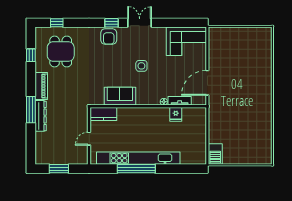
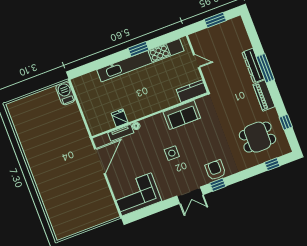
dining table: (61, 52) -> (257, 137), turned 90
door: (89, 139) -> (197, 61), hinge flipped
window: (136, 169) -> (138, 49), width x0.47

